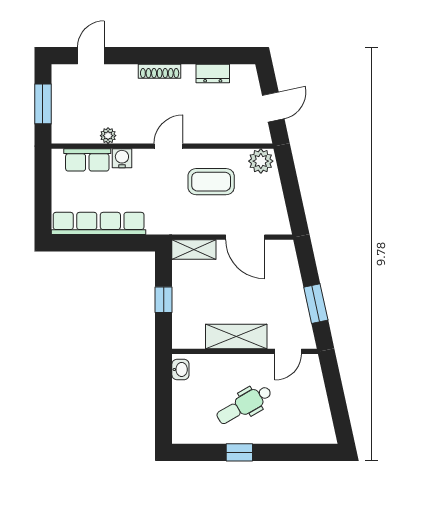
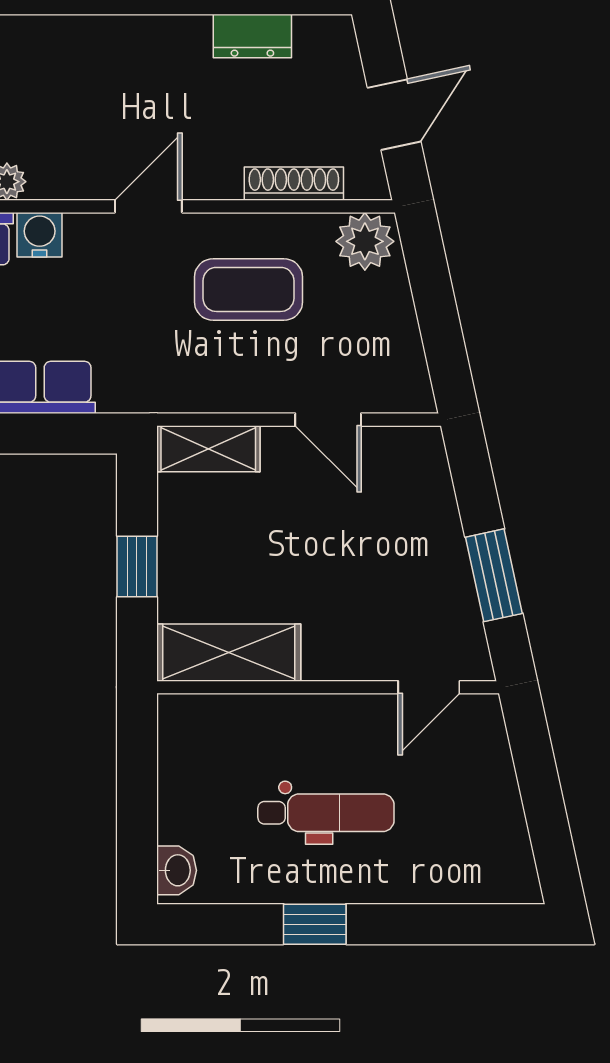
shoe rack: (160, 71) -> (294, 184), moved, turned 180
door: (245, 237) -> (328, 420), width x0.73
shelving: (236, 337) -> (229, 653), moved
washbasin: (180, 369) -> (177, 870), moved
dental chair: (244, 405) -> (326, 813), turned -150

